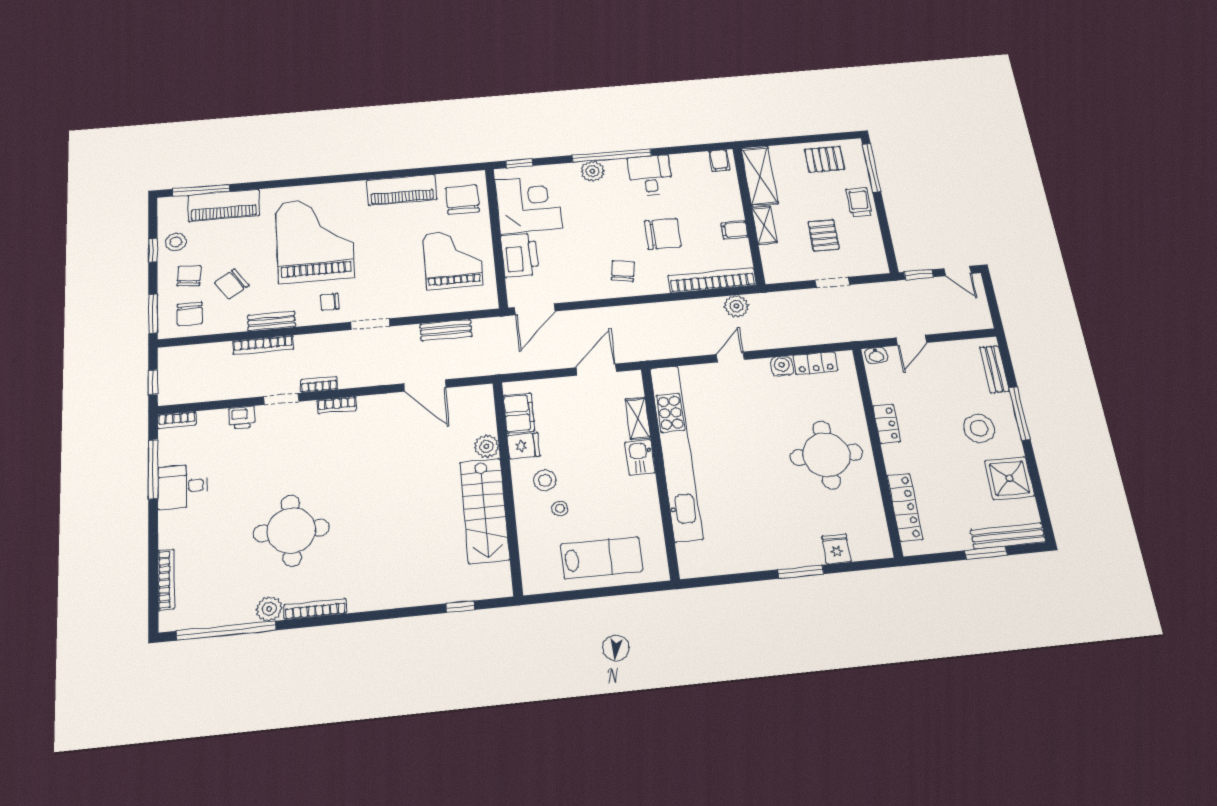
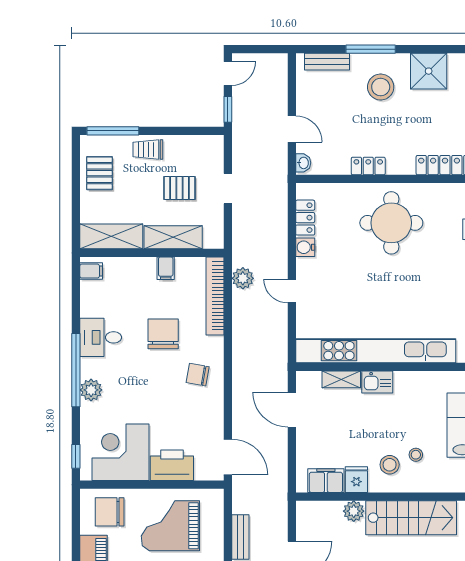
shelving: (764, 225) -> (173, 237), width x1.50, depth x1.33

